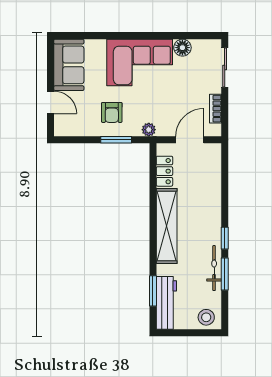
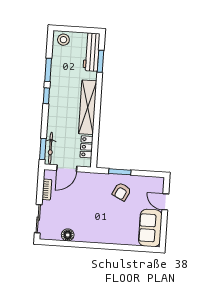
corner sofa: (140, 62) -> (99, 226), removed
armchair: (112, 112) -> (122, 192), turned -153
plant: (149, 130) -> (96, 178), removed
window: (225, 164) -> (43, 149), added
bicycle: (214, 268) -> (51, 148), moved

